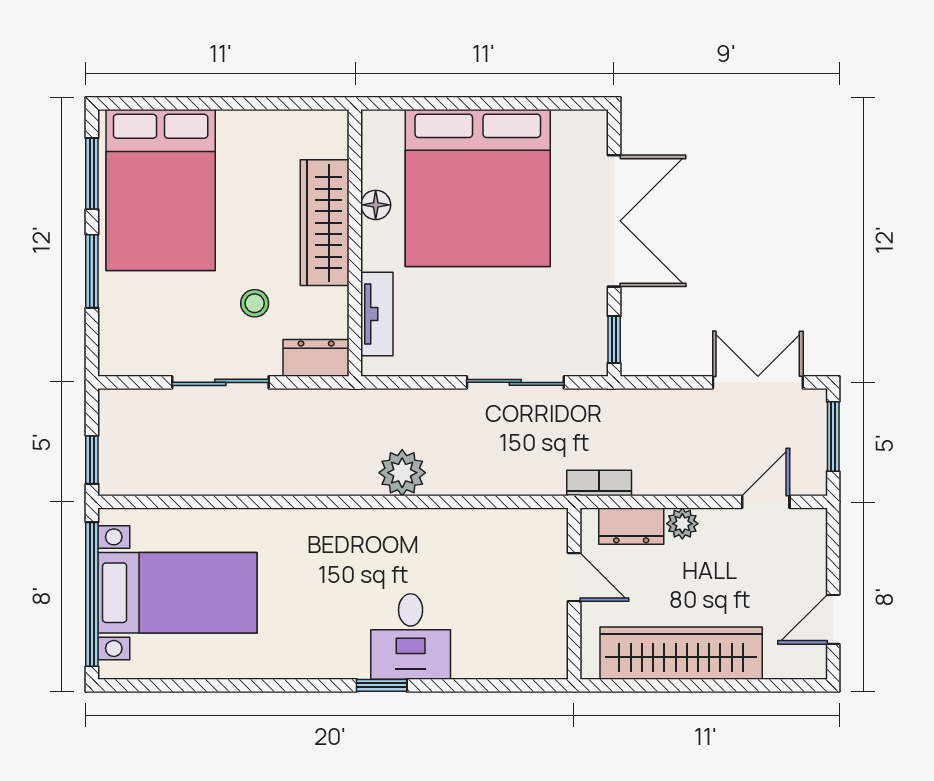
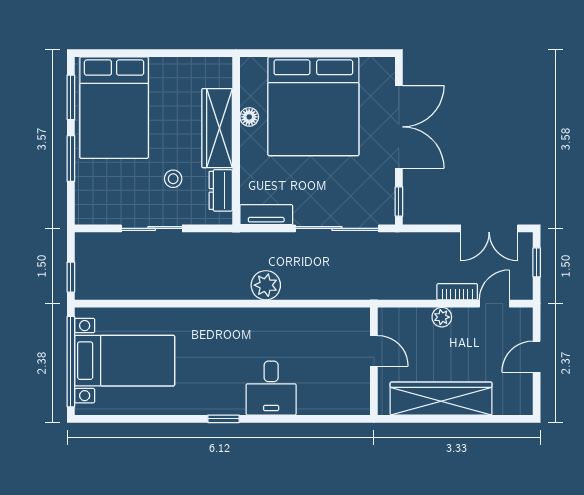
tv unit: (377, 314) -> (266, 215), moved, turned -90
dresser: (316, 358) -> (221, 190), moved, turned -90
sliding door: (515, 382) -> (337, 228), width x1.37
double door: (758, 382) -> (489, 228), swing flipped
window: (833, 436) -> (537, 262), width x0.67
bookcase: (599, 483) -> (457, 292), moved
dresser: (631, 526) -> (410, 319), removed
door: (833, 619) -> (537, 357), moved
window: (382, 685) -> (223, 419), moved

